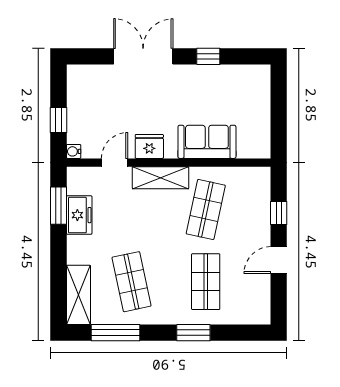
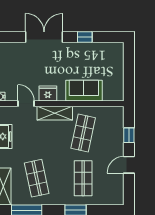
door: (115, 163) -> (26, 104), hinge flipped

